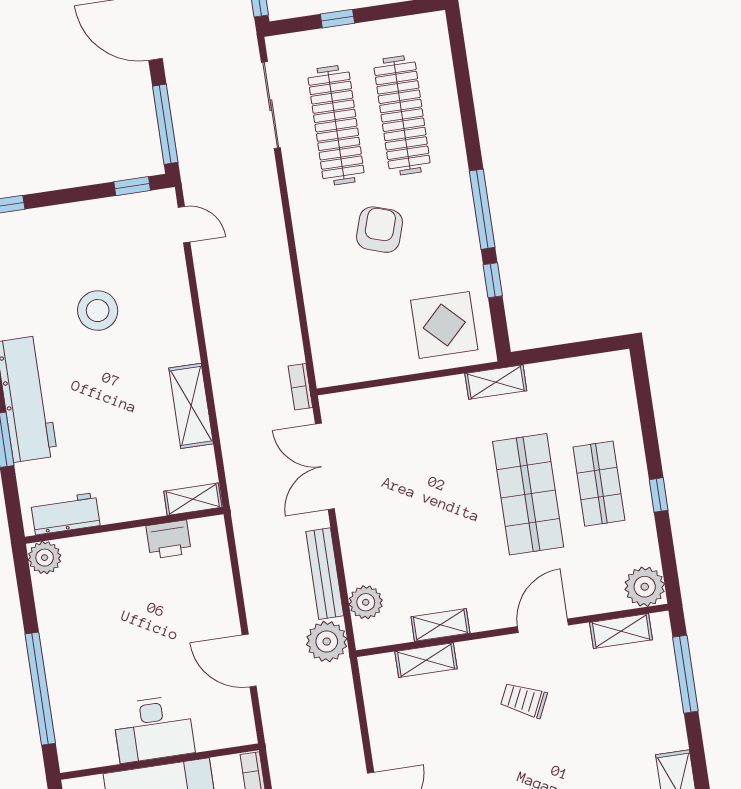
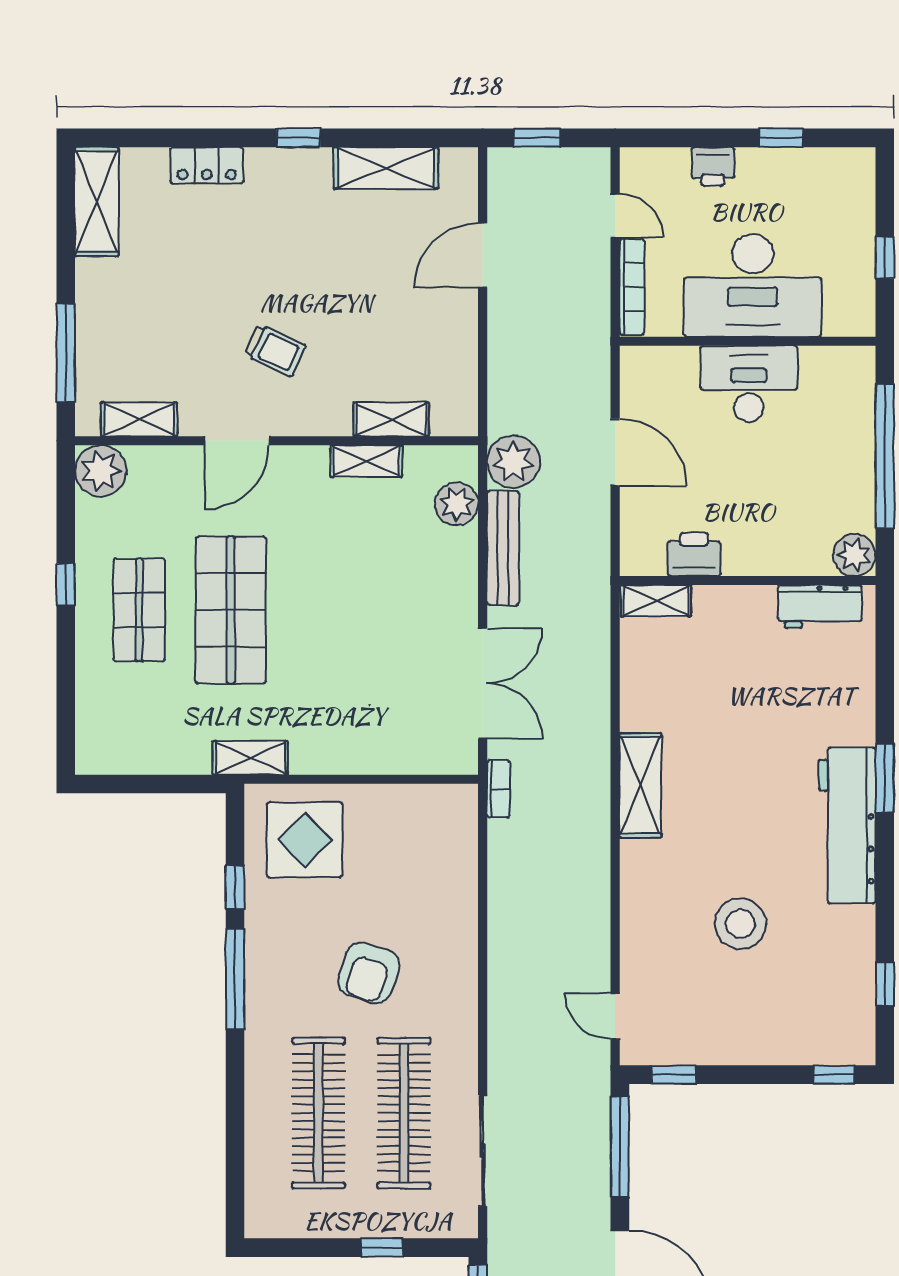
shelving: (193, 499) -> (656, 601), moved
workbench: (65, 514) -> (820, 606), moved
wall: (124, 525) -> (748, 580), moved
printer: (169, 539) -> (694, 554), moved
plant: (45, 558) -> (854, 555), moved

